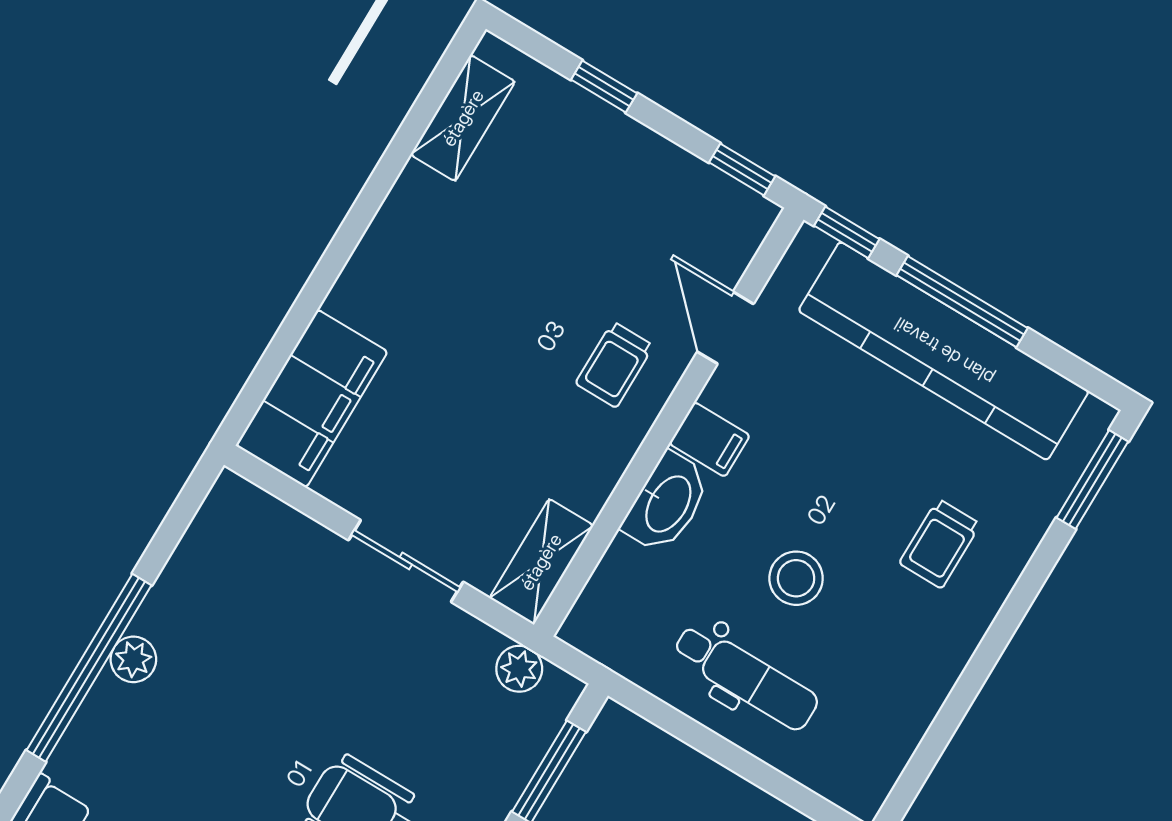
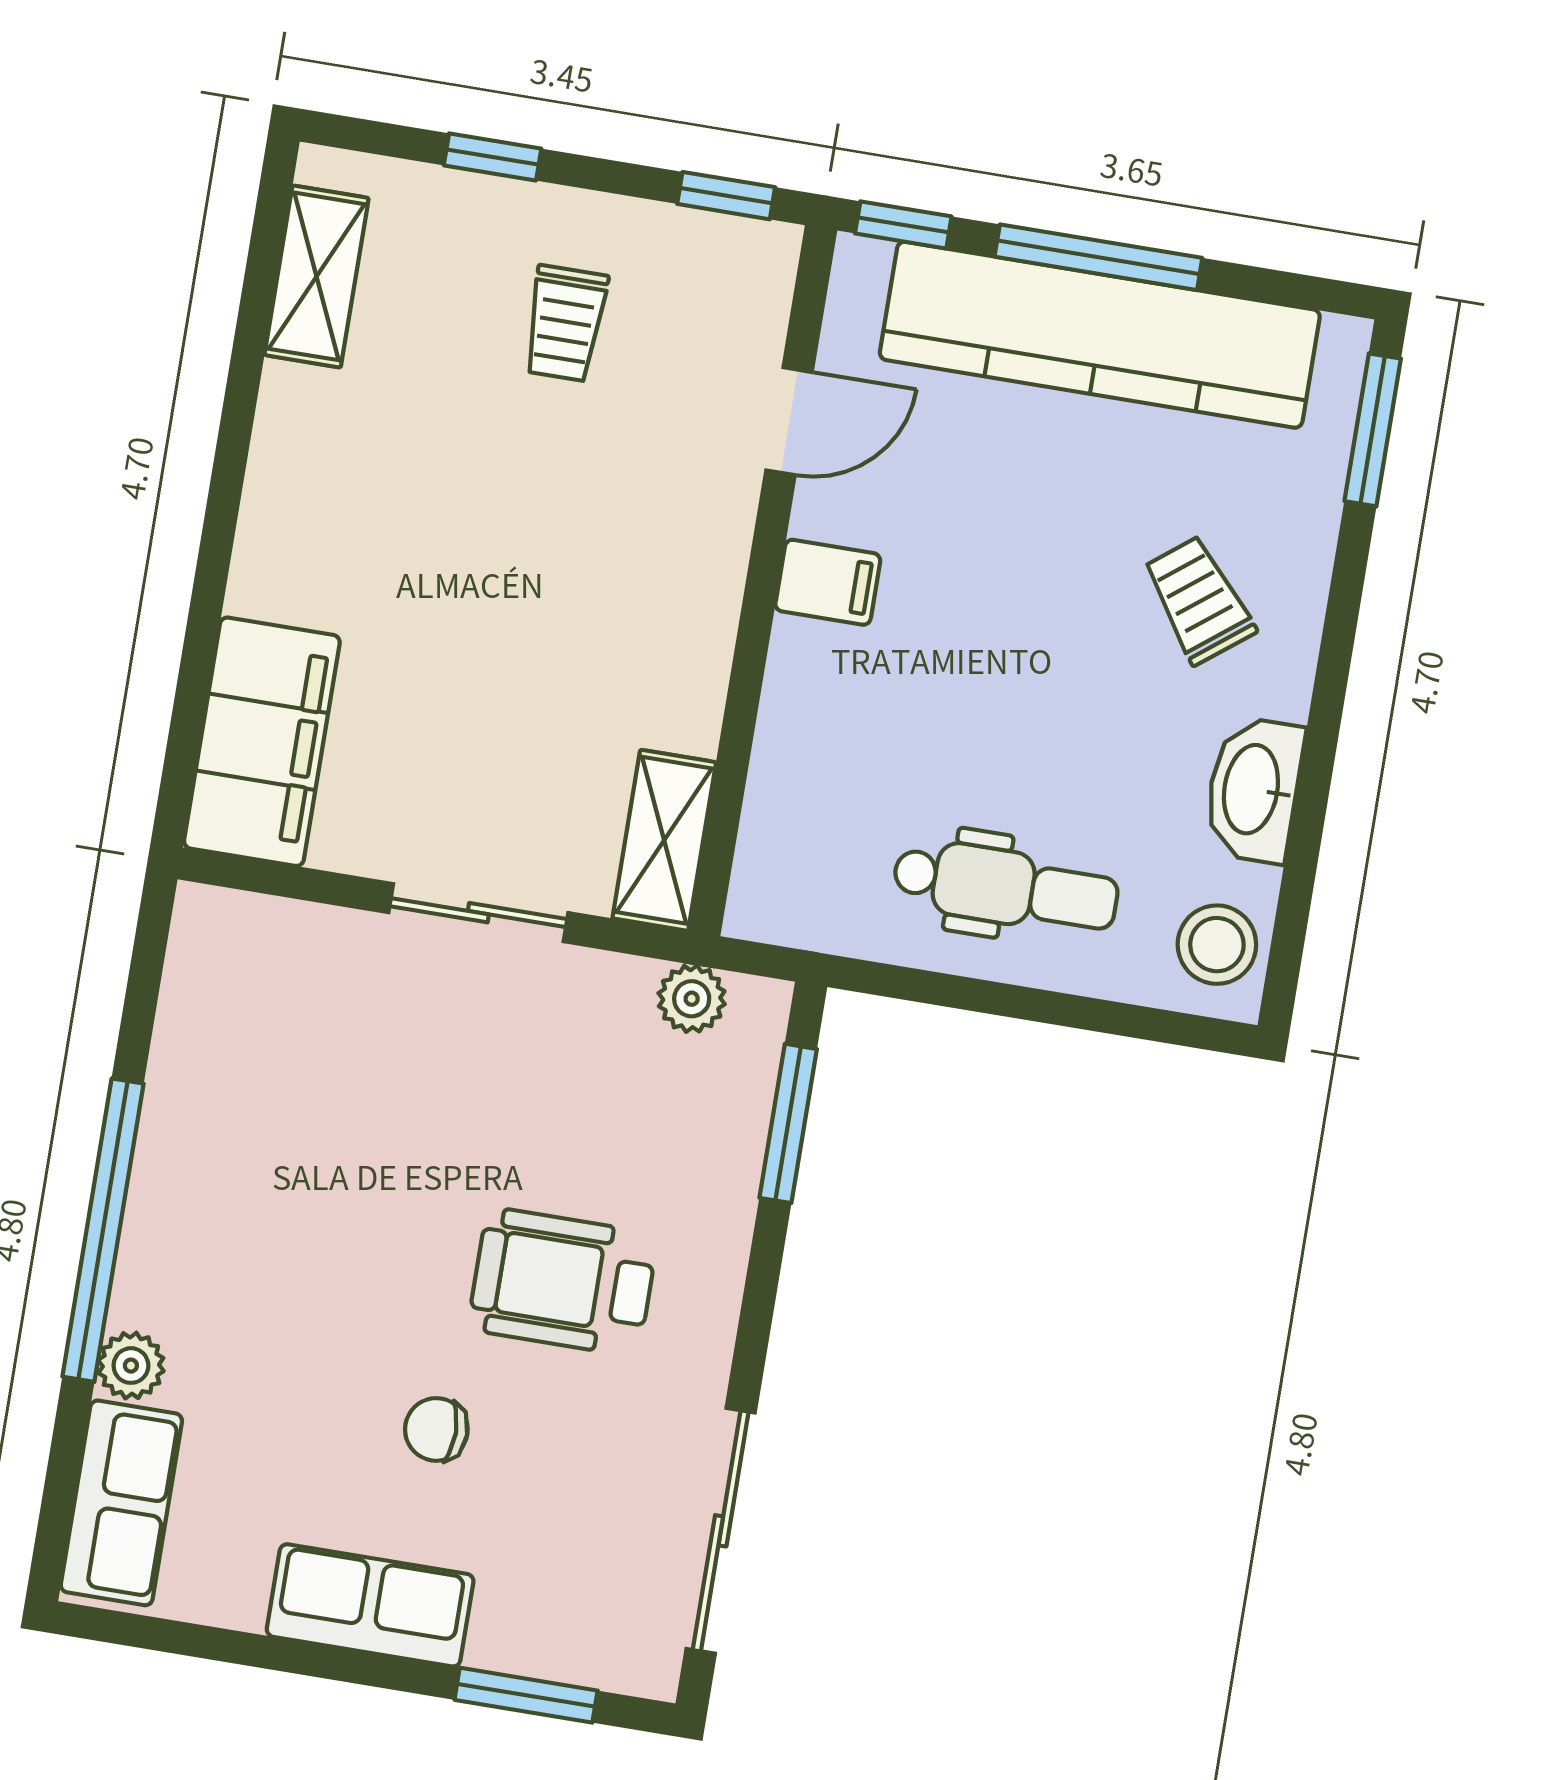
door: (725, 328) -> (789, 421), swing flipped
trolley: (614, 365) -> (565, 323), moved
washbasin: (667, 503) -> (1253, 790), moved, turned 180
trolley: (940, 544) -> (1199, 600), turned 142
stool: (796, 578) -> (1217, 945), moved
plant: (133, 659) -> (131, 1366), moved

